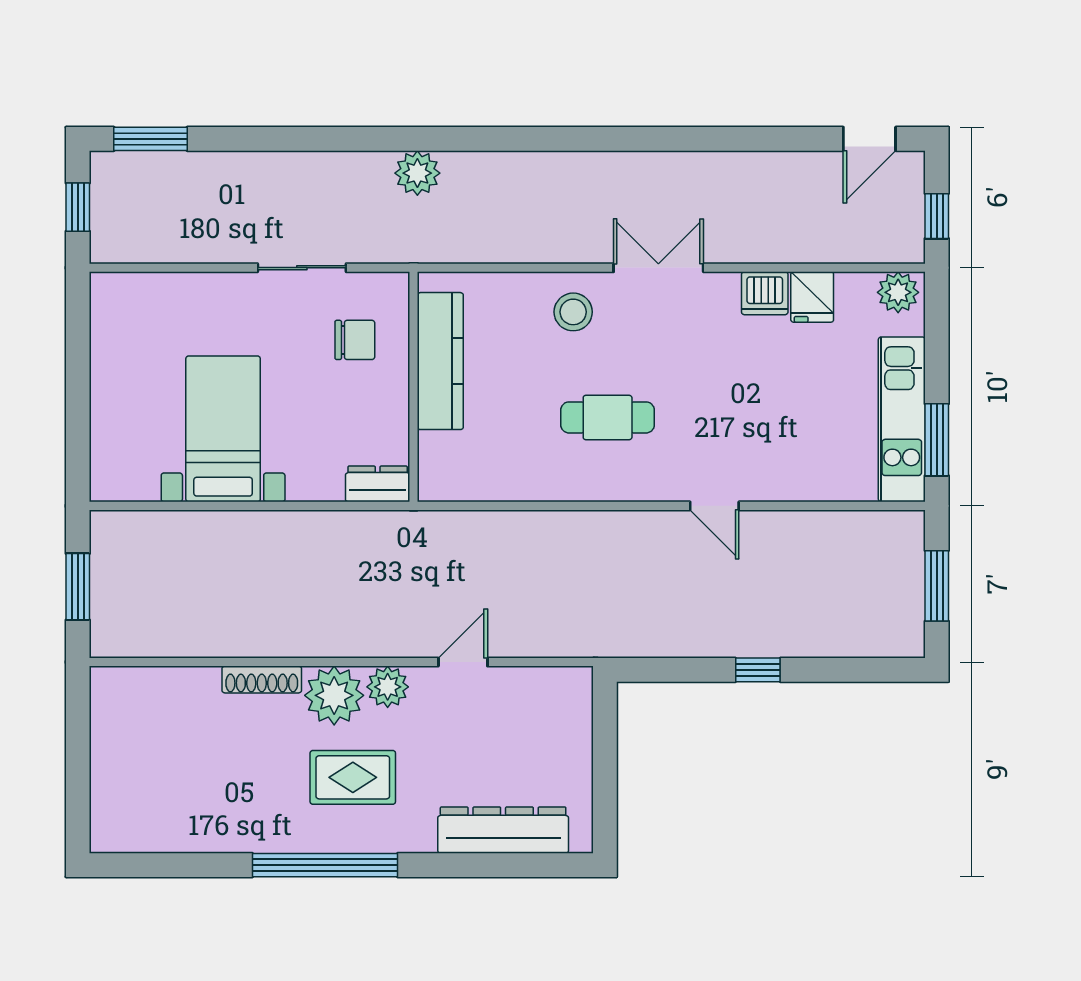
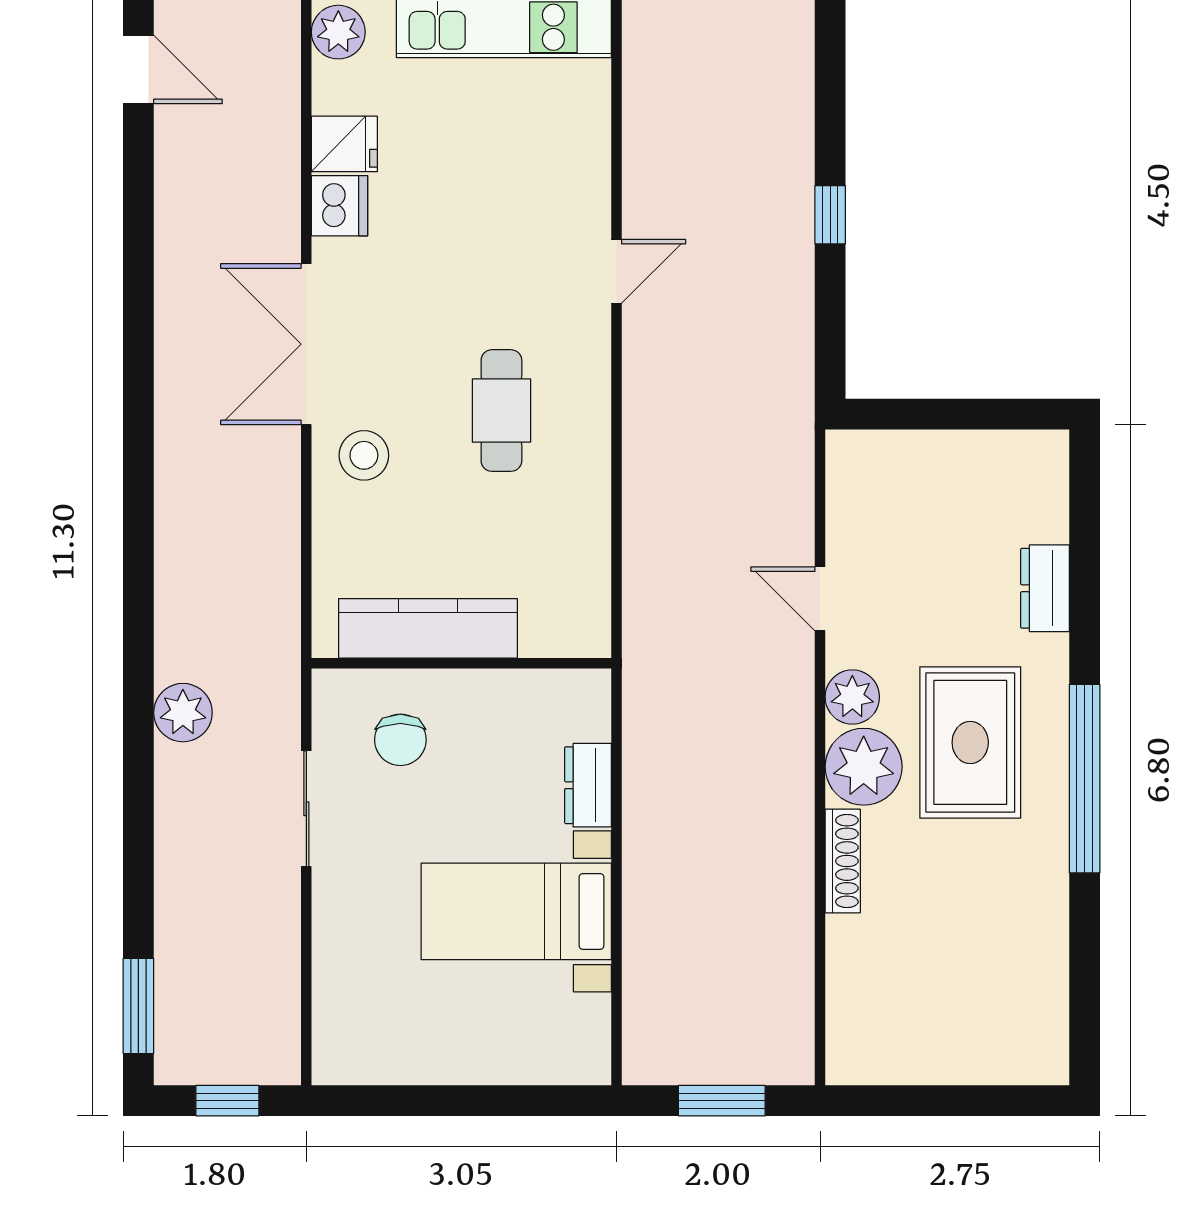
plant: (417, 173) -> (183, 713), moved
double door: (658, 268) -> (306, 344), width x1.37
chair: (355, 340) -> (400, 740), turned 180
dresser: (378, 484) -> (588, 785), moved
rug: (353, 777) -> (970, 742), width x1.36, depth x1.43
dresser: (503, 830) -> (1045, 588), width x0.51, depth x0.80

